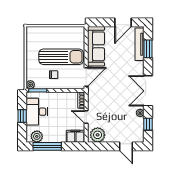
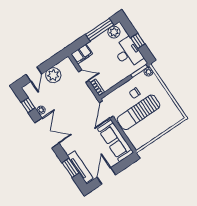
plant: (98, 135) -> (53, 75), moved
door: (126, 146) -> (34, 74), swing flipped

